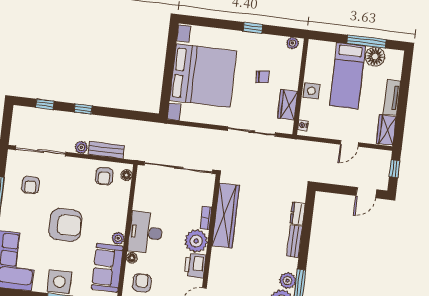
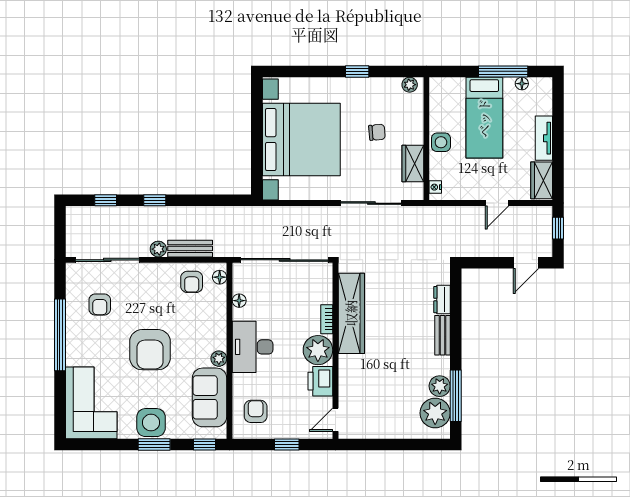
floor lamp: (375, 57) -> (522, 84), width x0.53, depth x0.53
armchair: (65, 225) -> (150, 350), turned 90
floor lamp: (132, 258) -> (239, 301), moved

